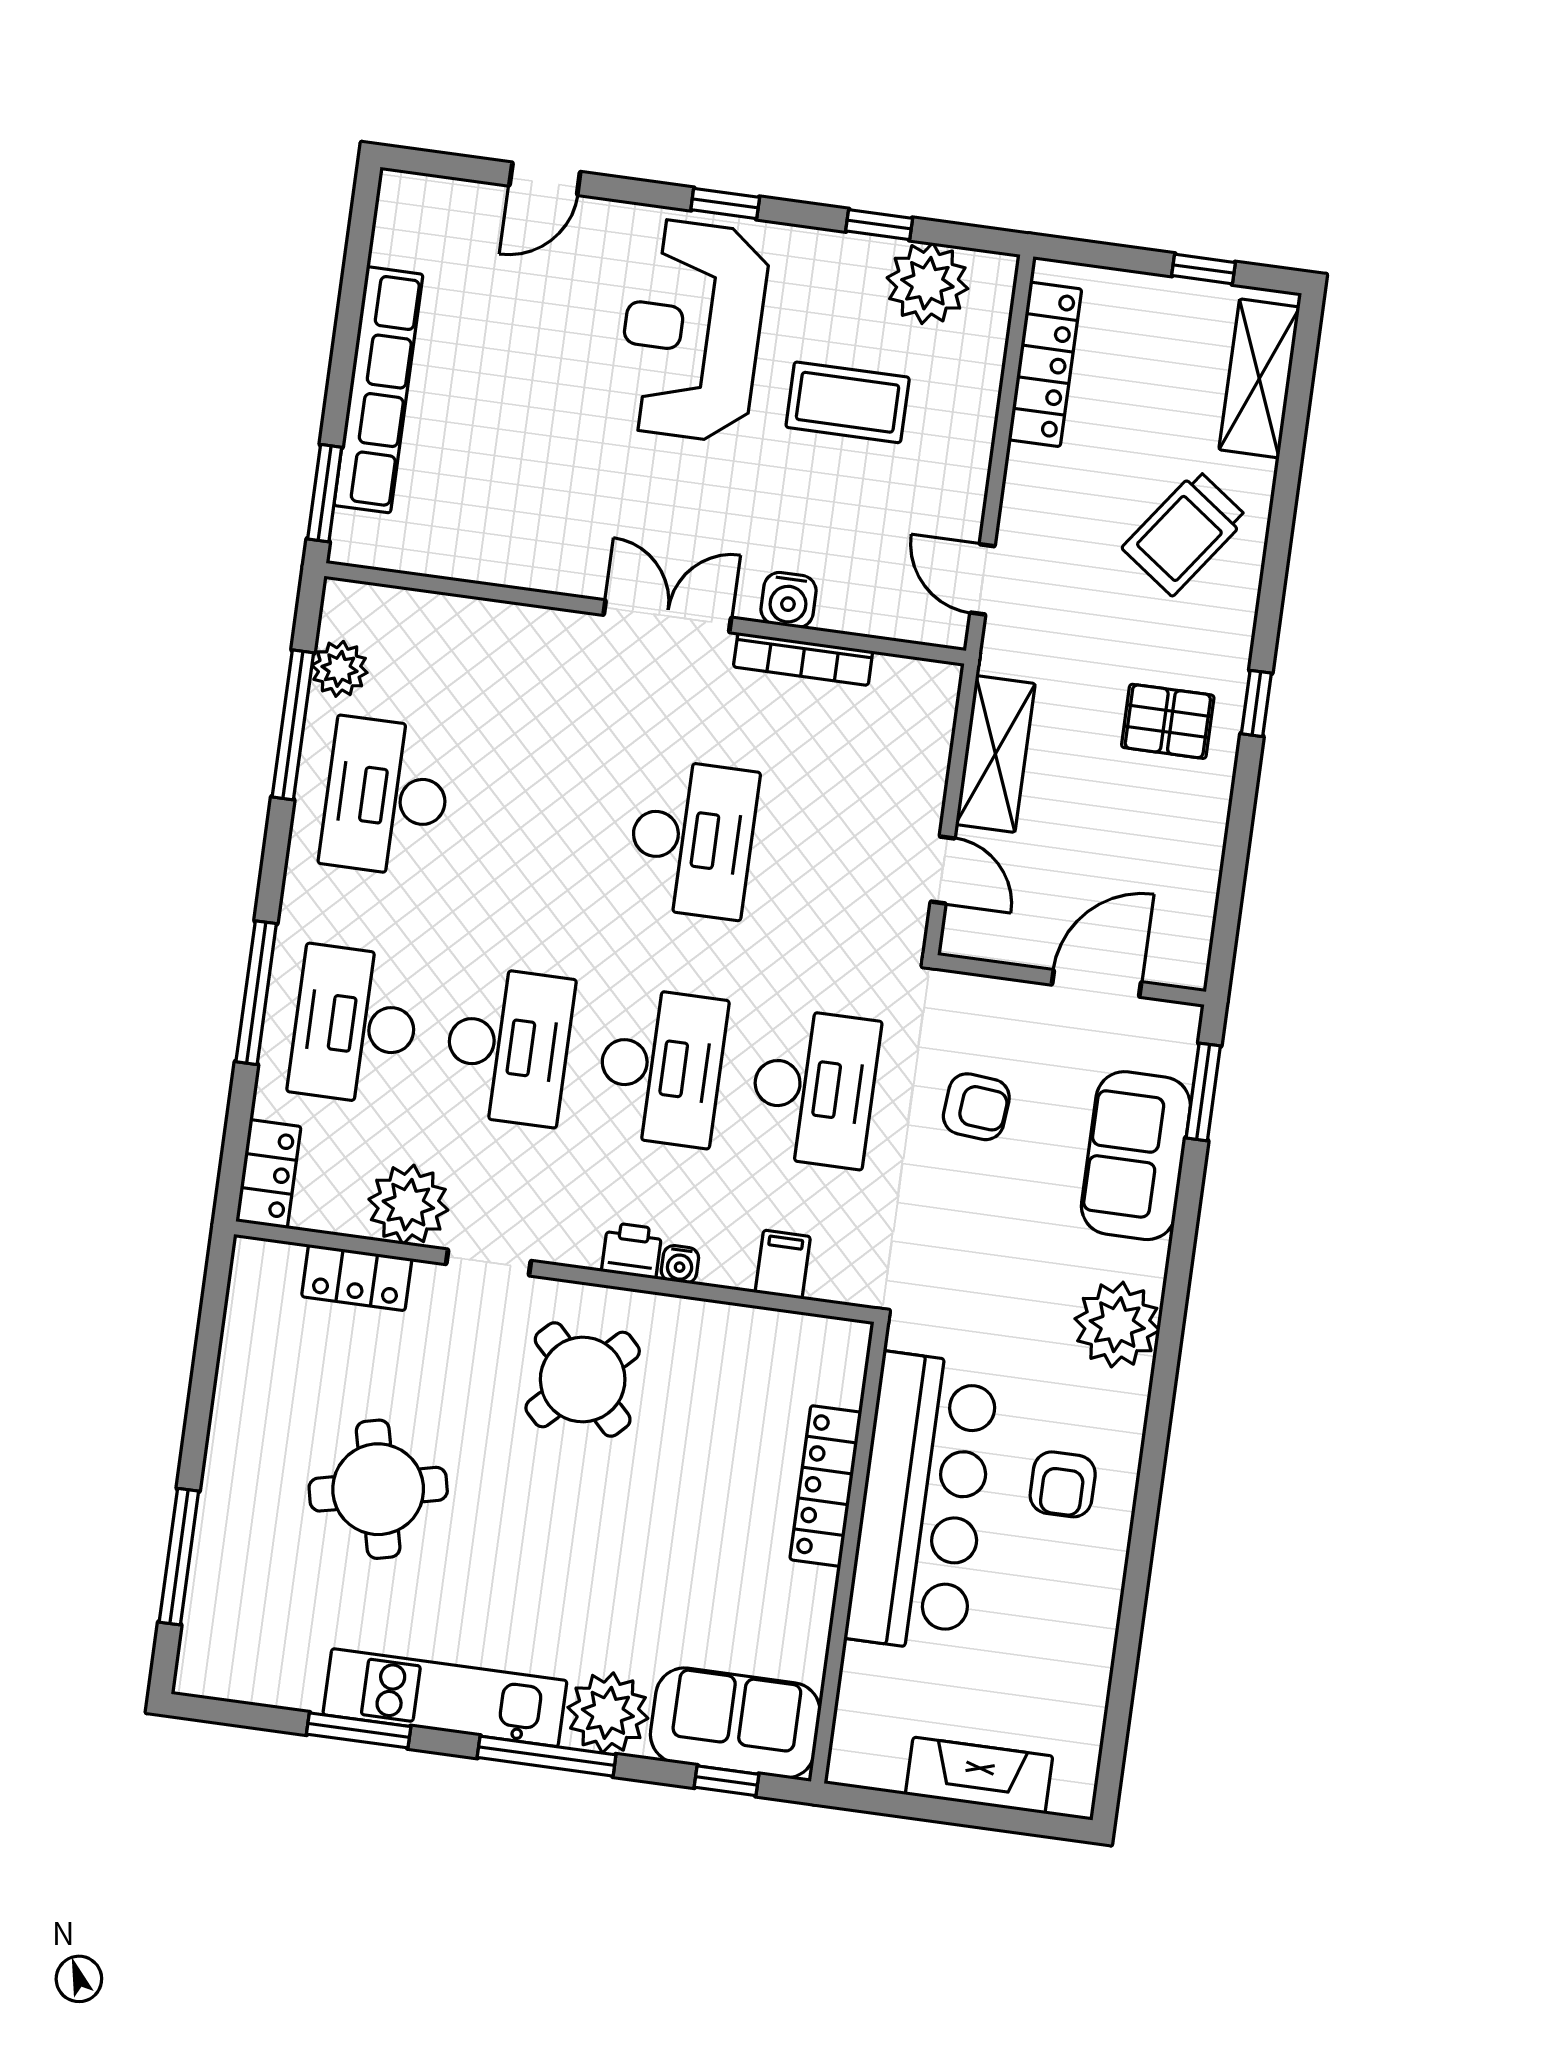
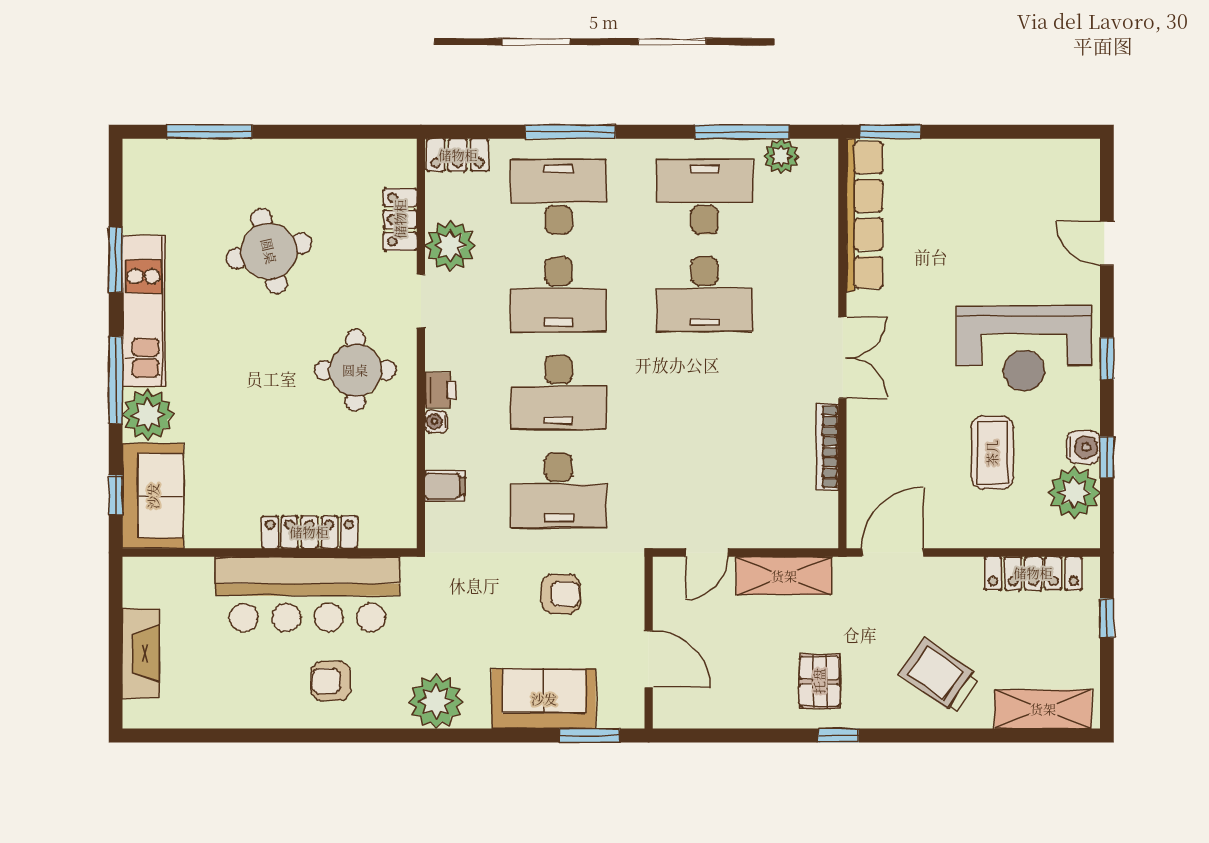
window: (1204, 269) -> (1107, 618), moved
reception desk: (692, 330) -> (1024, 349), turned 180
row of seats: (378, 390) -> (865, 215), moved, turned -90
door: (982, 579) -> (893, 553), width x1.38
water cooler: (789, 600) -> (1083, 447), moved, turned 180
desk: (692, 839) -> (705, 295), moved
armchair: (976, 1107) -> (561, 594), turned -95
round table: (583, 1380) -> (355, 370), turned 45

